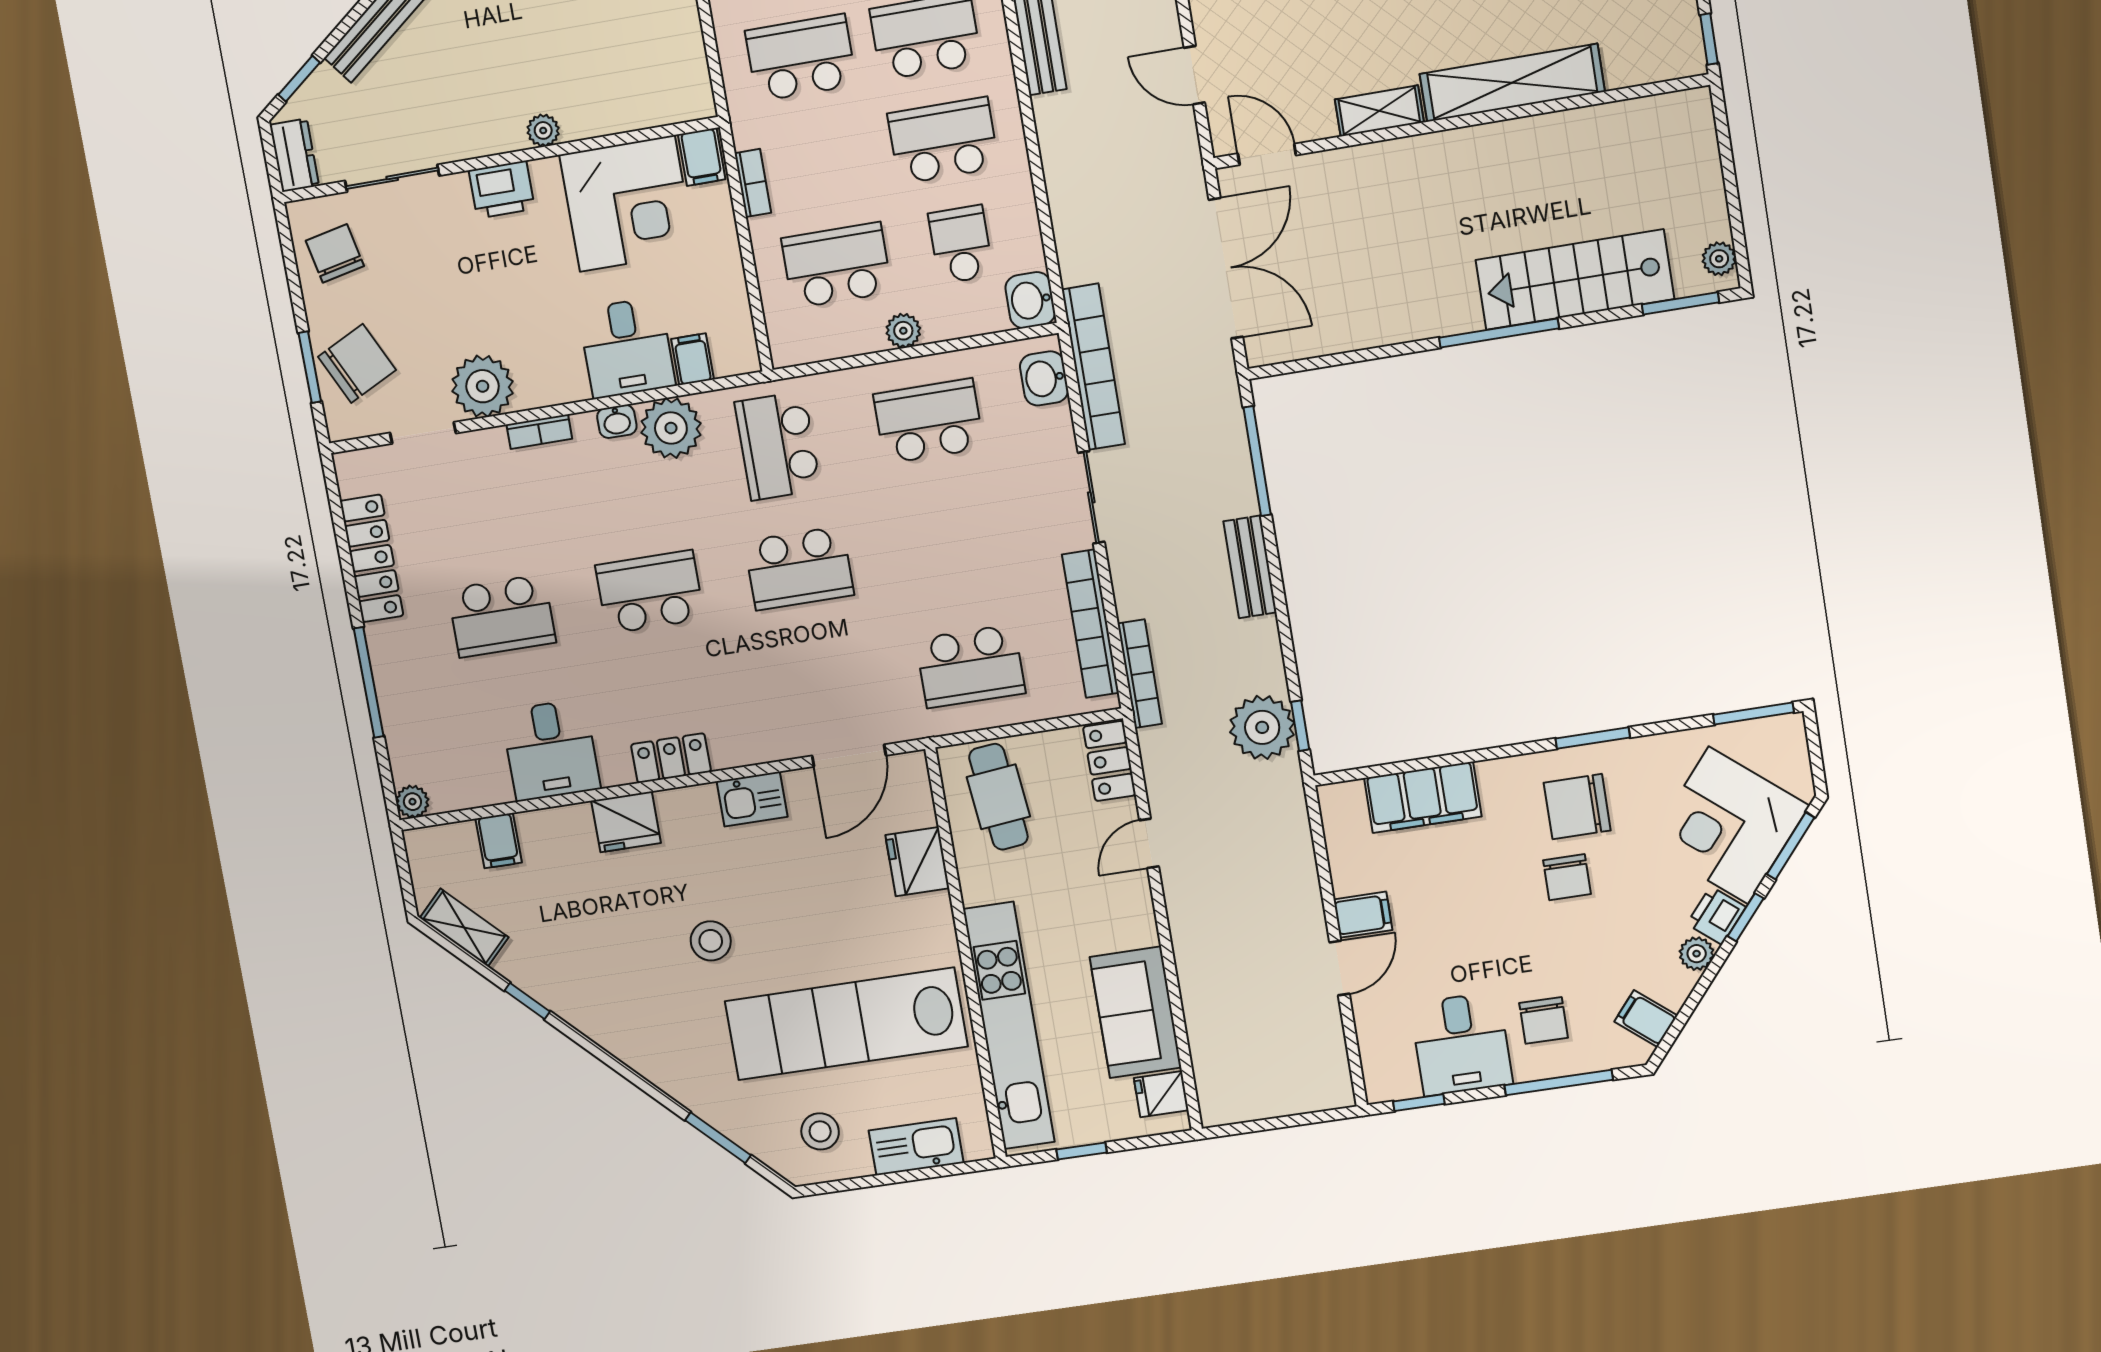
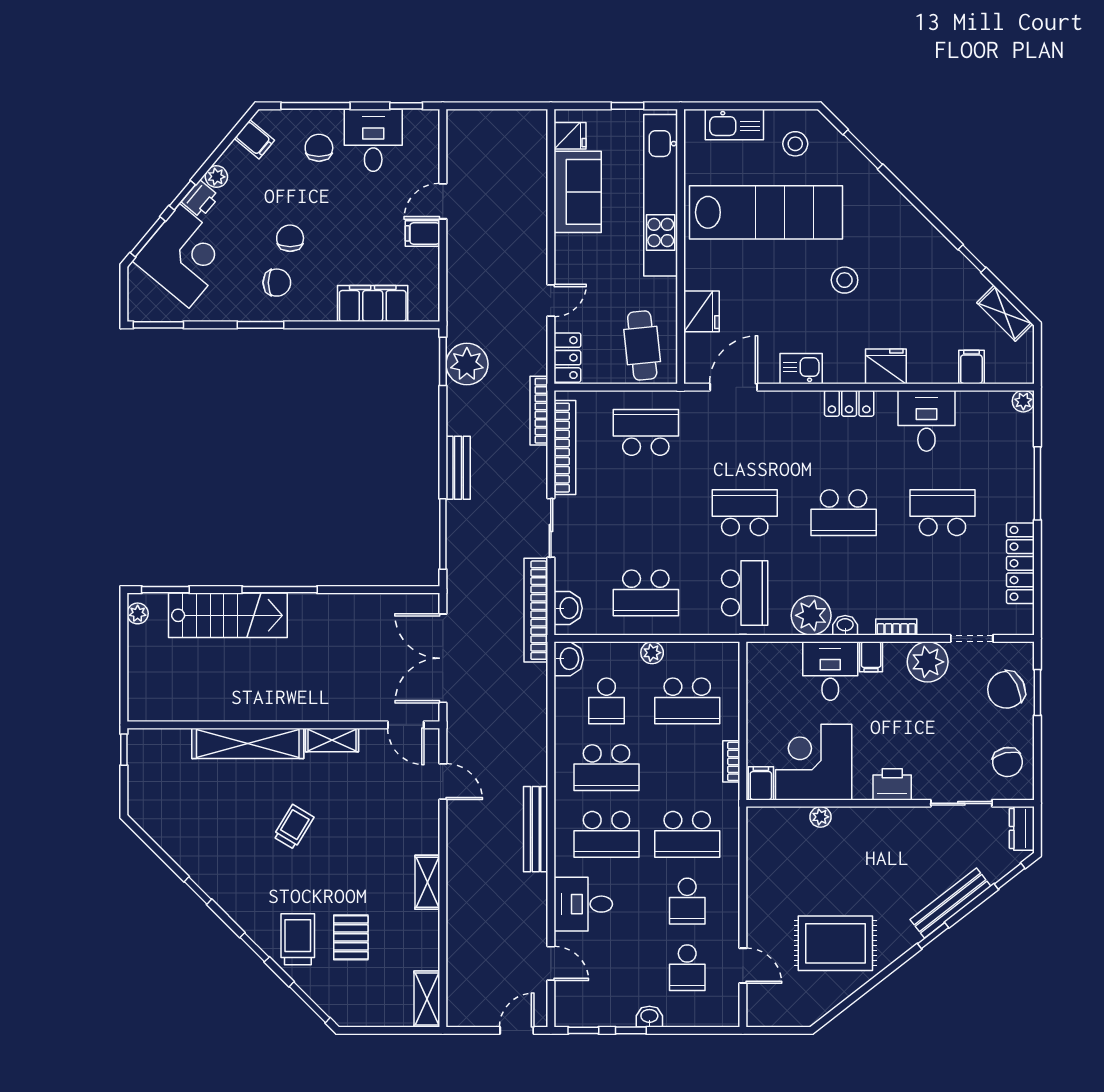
plant: (543, 130) -> (820, 817), moved
filing cabinet: (692, 359) -> (871, 657), moved
window: (1300, 726) -> (443, 361), width x1.50
chair: (1577, 807) -> (277, 283), width x0.73, depth x0.73

